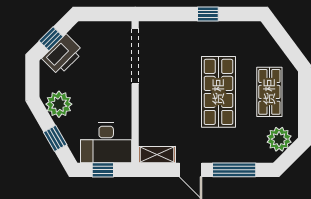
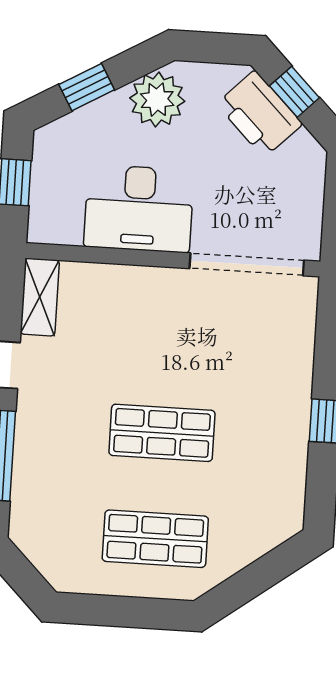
shop shelf: (218, 92) -> (162, 433), width x0.70, depth x0.74
plant: (279, 139) -> (56, 553), removed
desk: (106, 143) -> (139, 208), moved, turned -90

